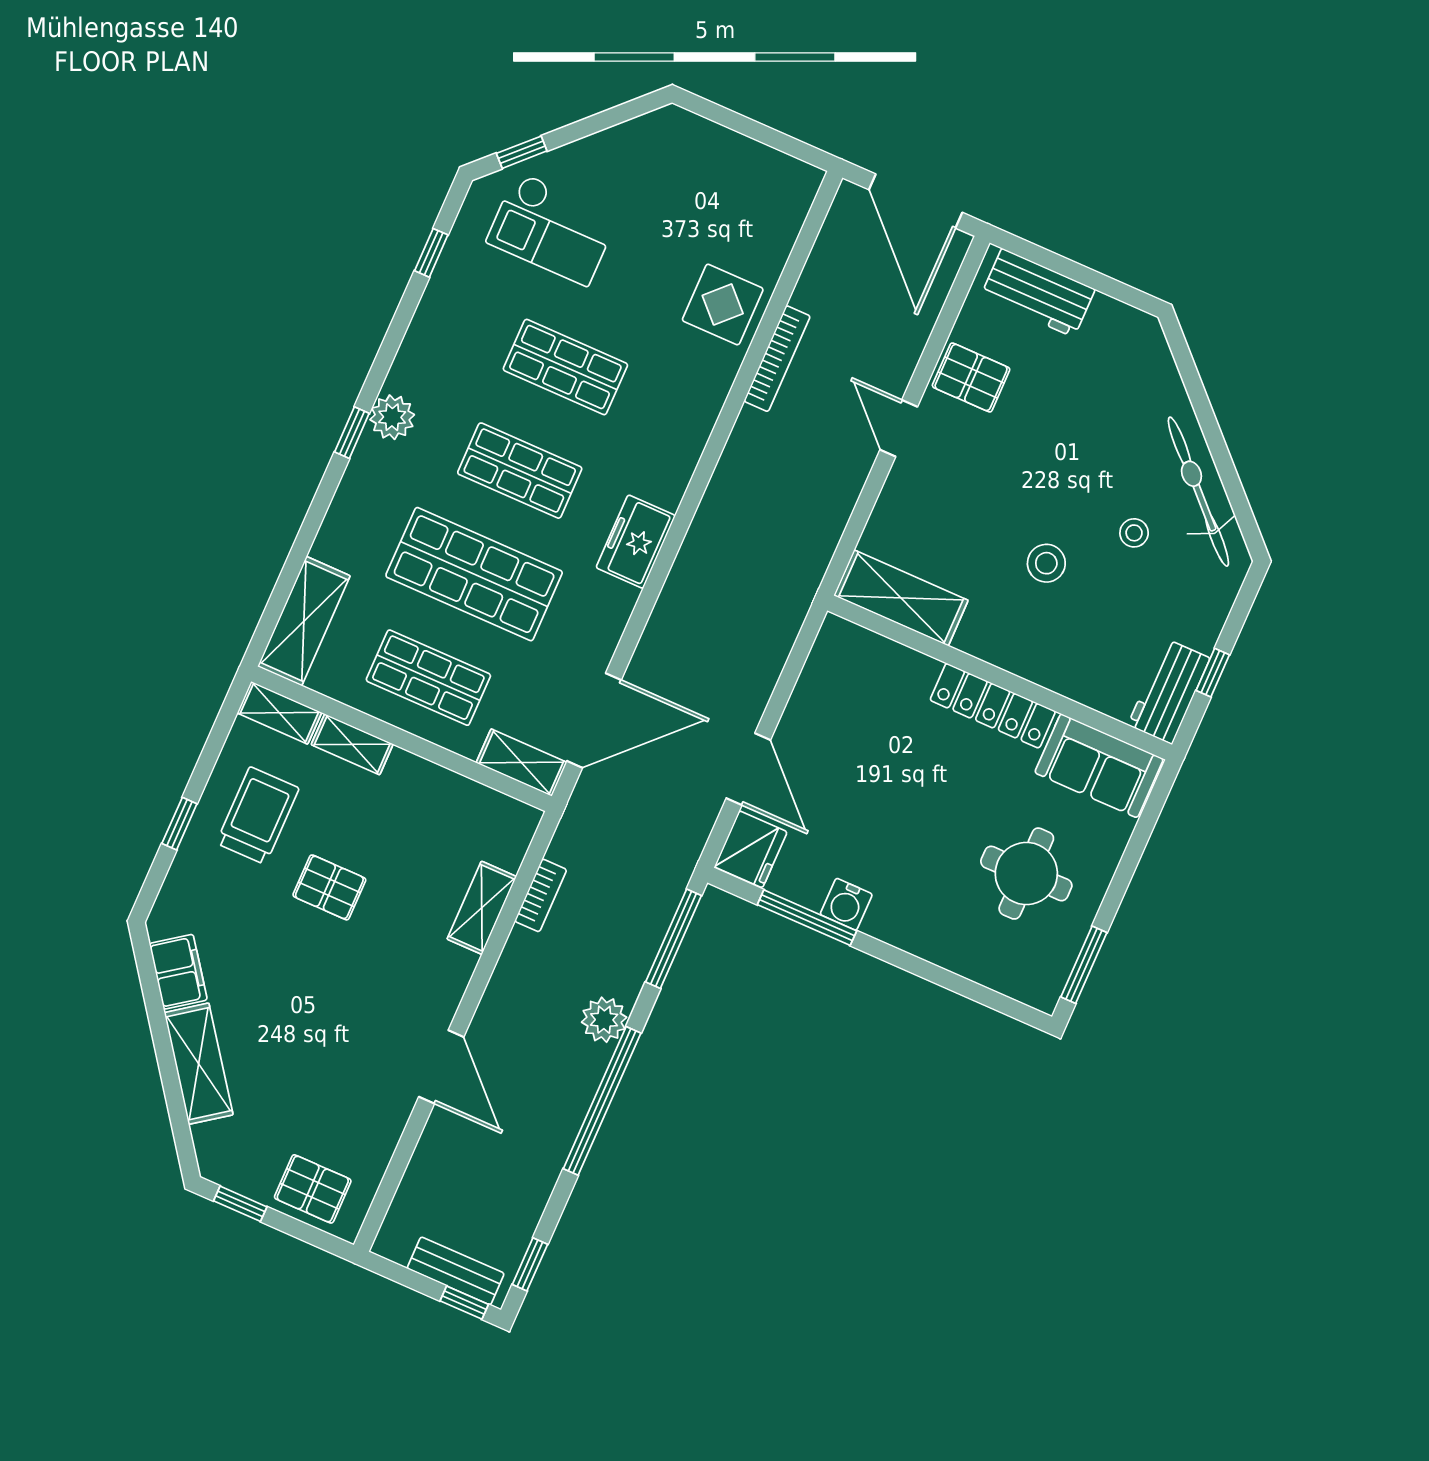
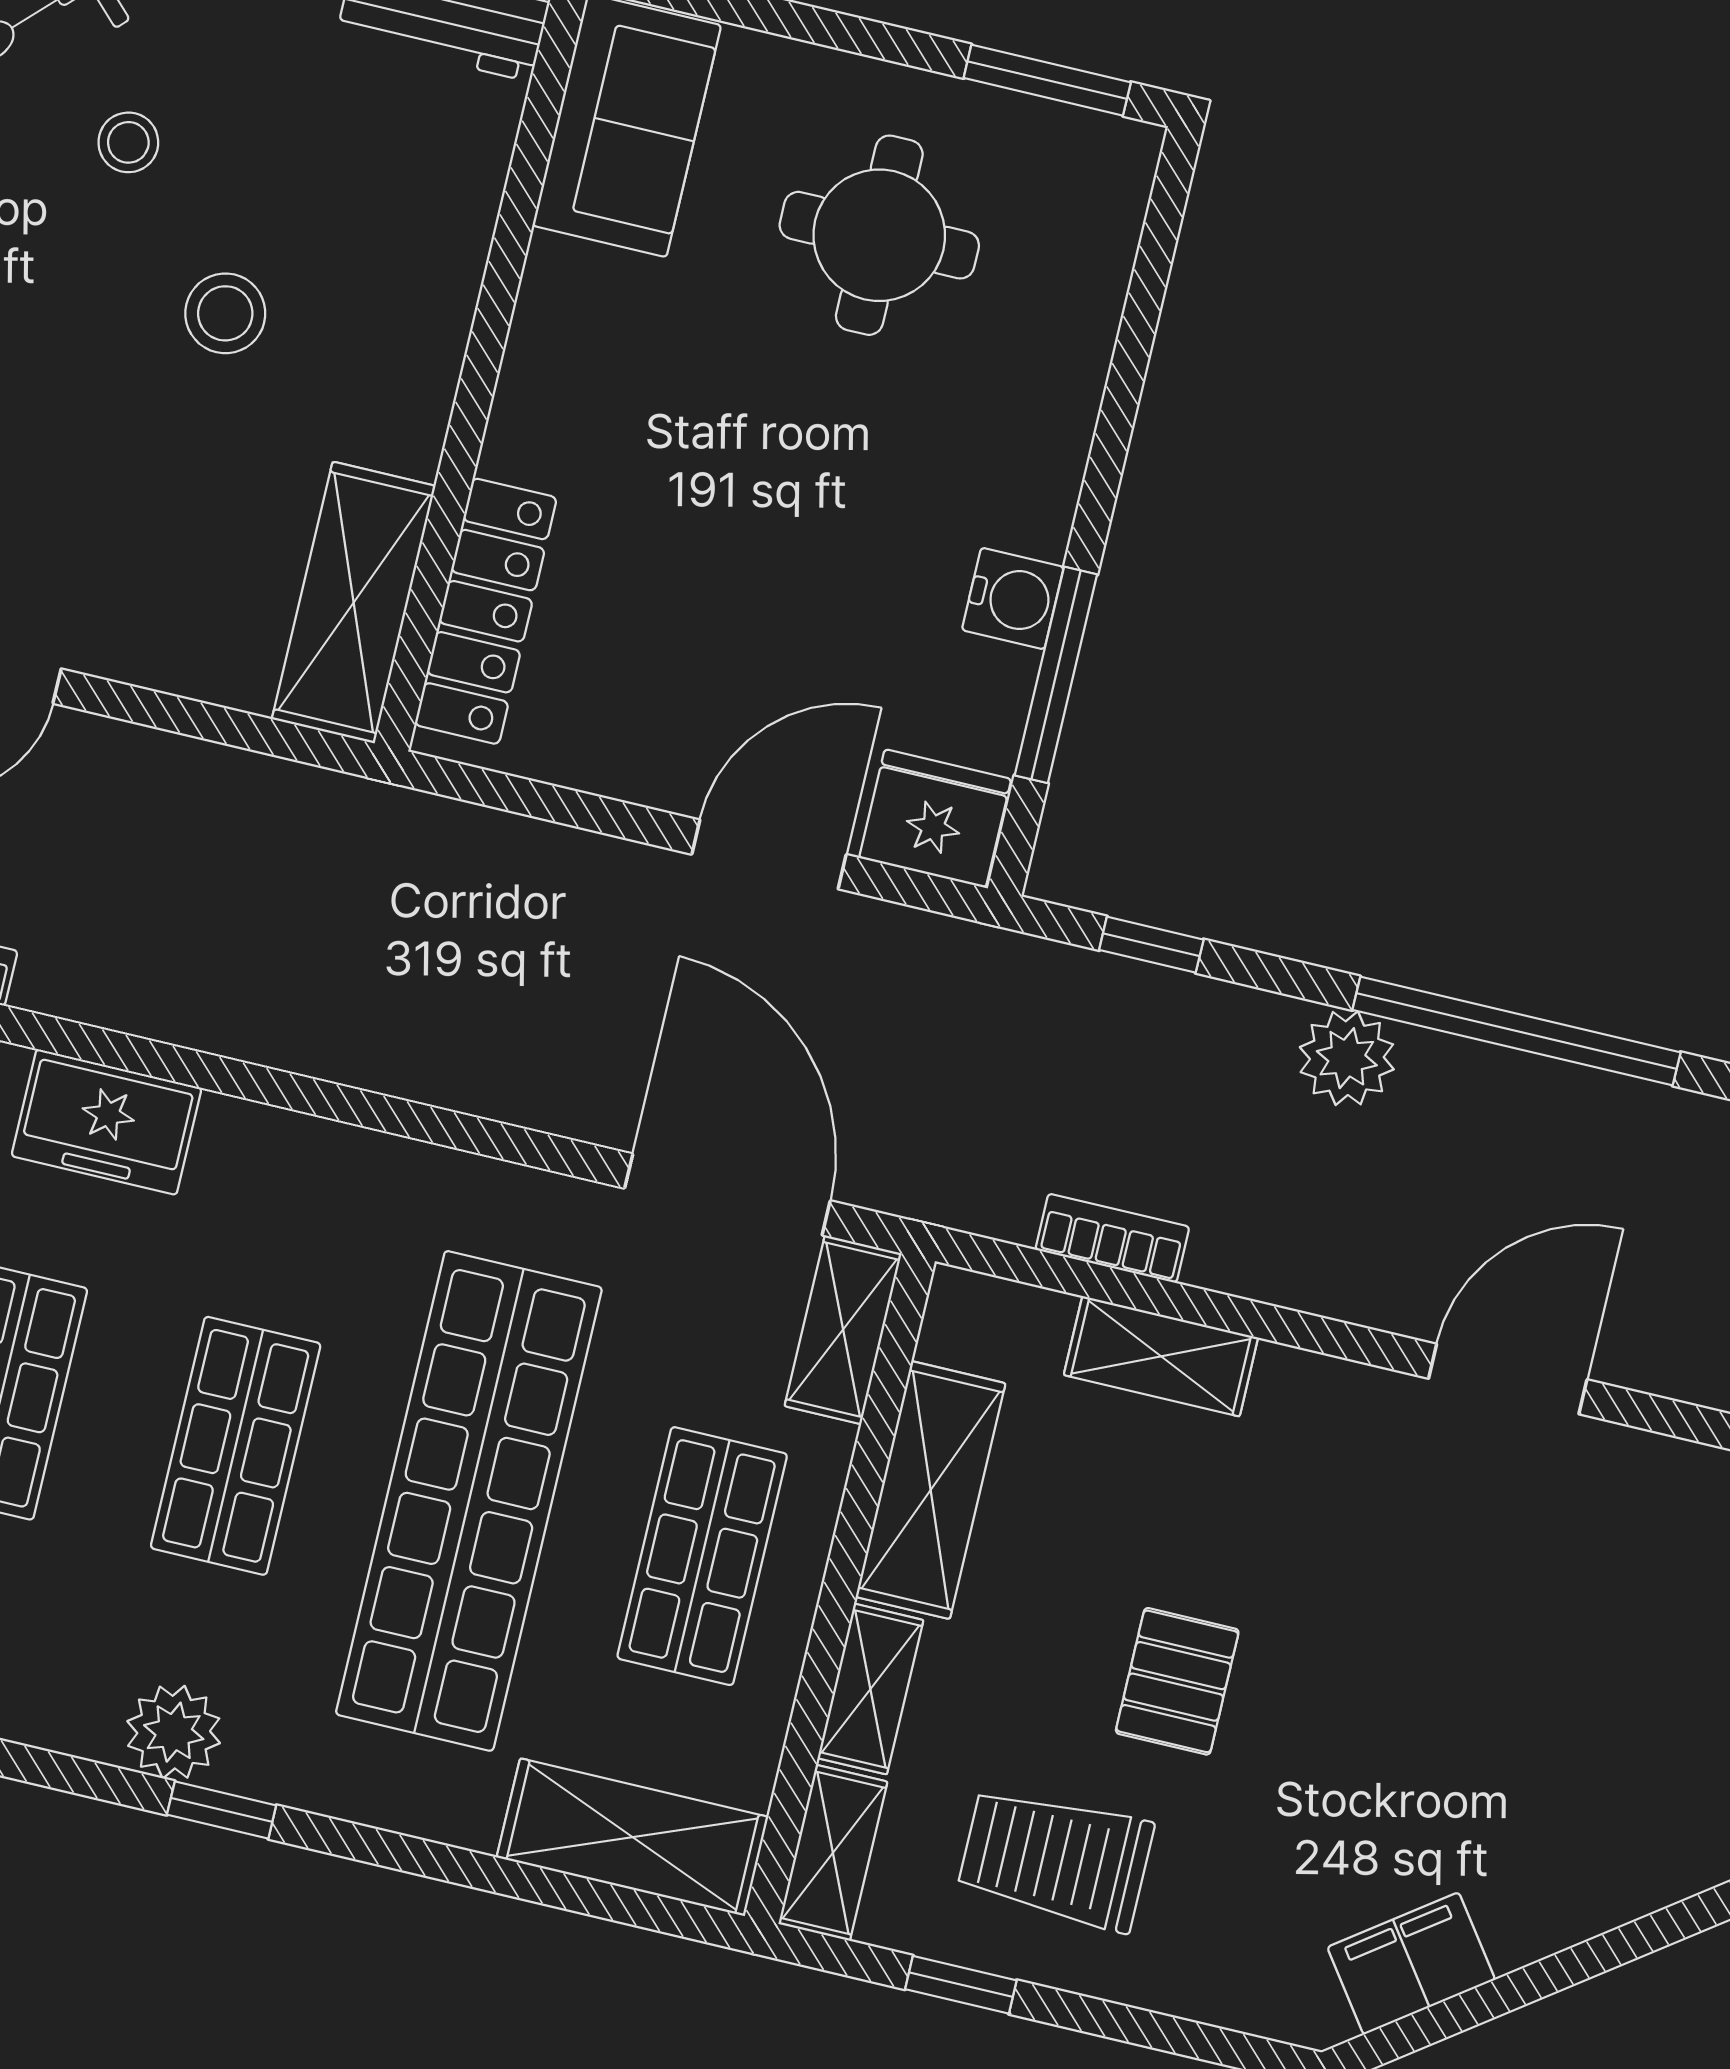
freezer: (636, 542) -> (106, 1122), moved
shop shelf: (474, 574) -> (469, 1501), width x1.40
locker: (993, 706) -> (486, 611), moved
window: (179, 824) -> (961, 1985), moved
window: (674, 939) -> (1151, 945), width x0.46
shelving: (199, 1064) -> (931, 1490), moved, turned -54

